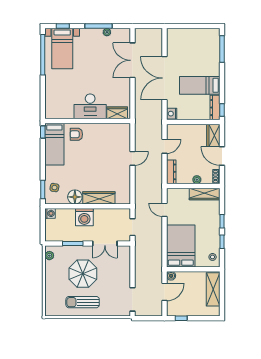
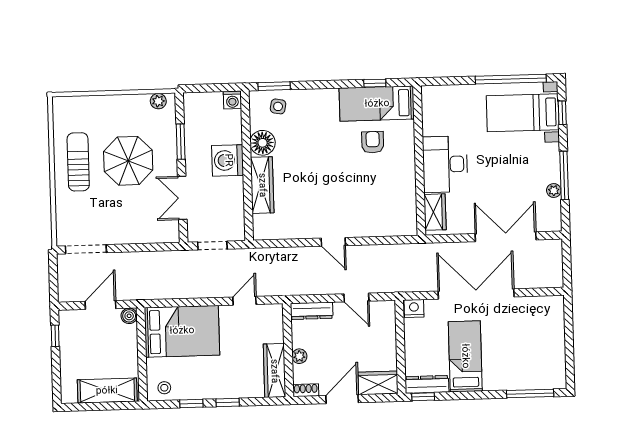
desk: (90, 106) -> (445, 164), moved
wardrobe: (117, 113) -> (435, 212), moved
wall: (88, 121) -> (419, 161), moved
bed: (54, 144) -> (377, 104), moved
door: (164, 292) -> (100, 305), swing flipped

